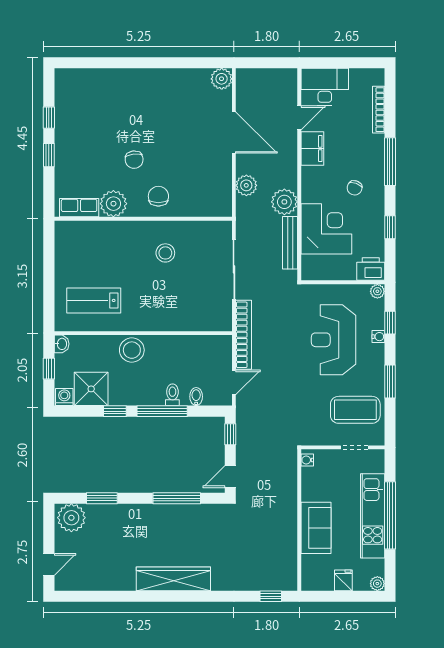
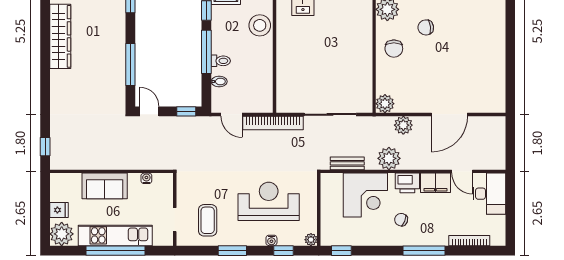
plant: (222, 79) -> (385, 104), moved
chair: (158, 196) -> (394, 49), turned 90
window: (390, 227) -> (341, 251), moved
bench: (290, 243) -> (347, 163), width x0.73
stool: (165, 253) -> (344, 55), removed
printer: (371, 269) -> (407, 183), moved, turned 90
coffee table: (355, 410) -> (208, 220), width x0.73, depth x0.76
water cooler: (307, 460) -> (146, 178), moved
wardrobe: (173, 579) -> (60, 36), moved
plant: (377, 584) -> (62, 234), width x1.88, depth x1.88

